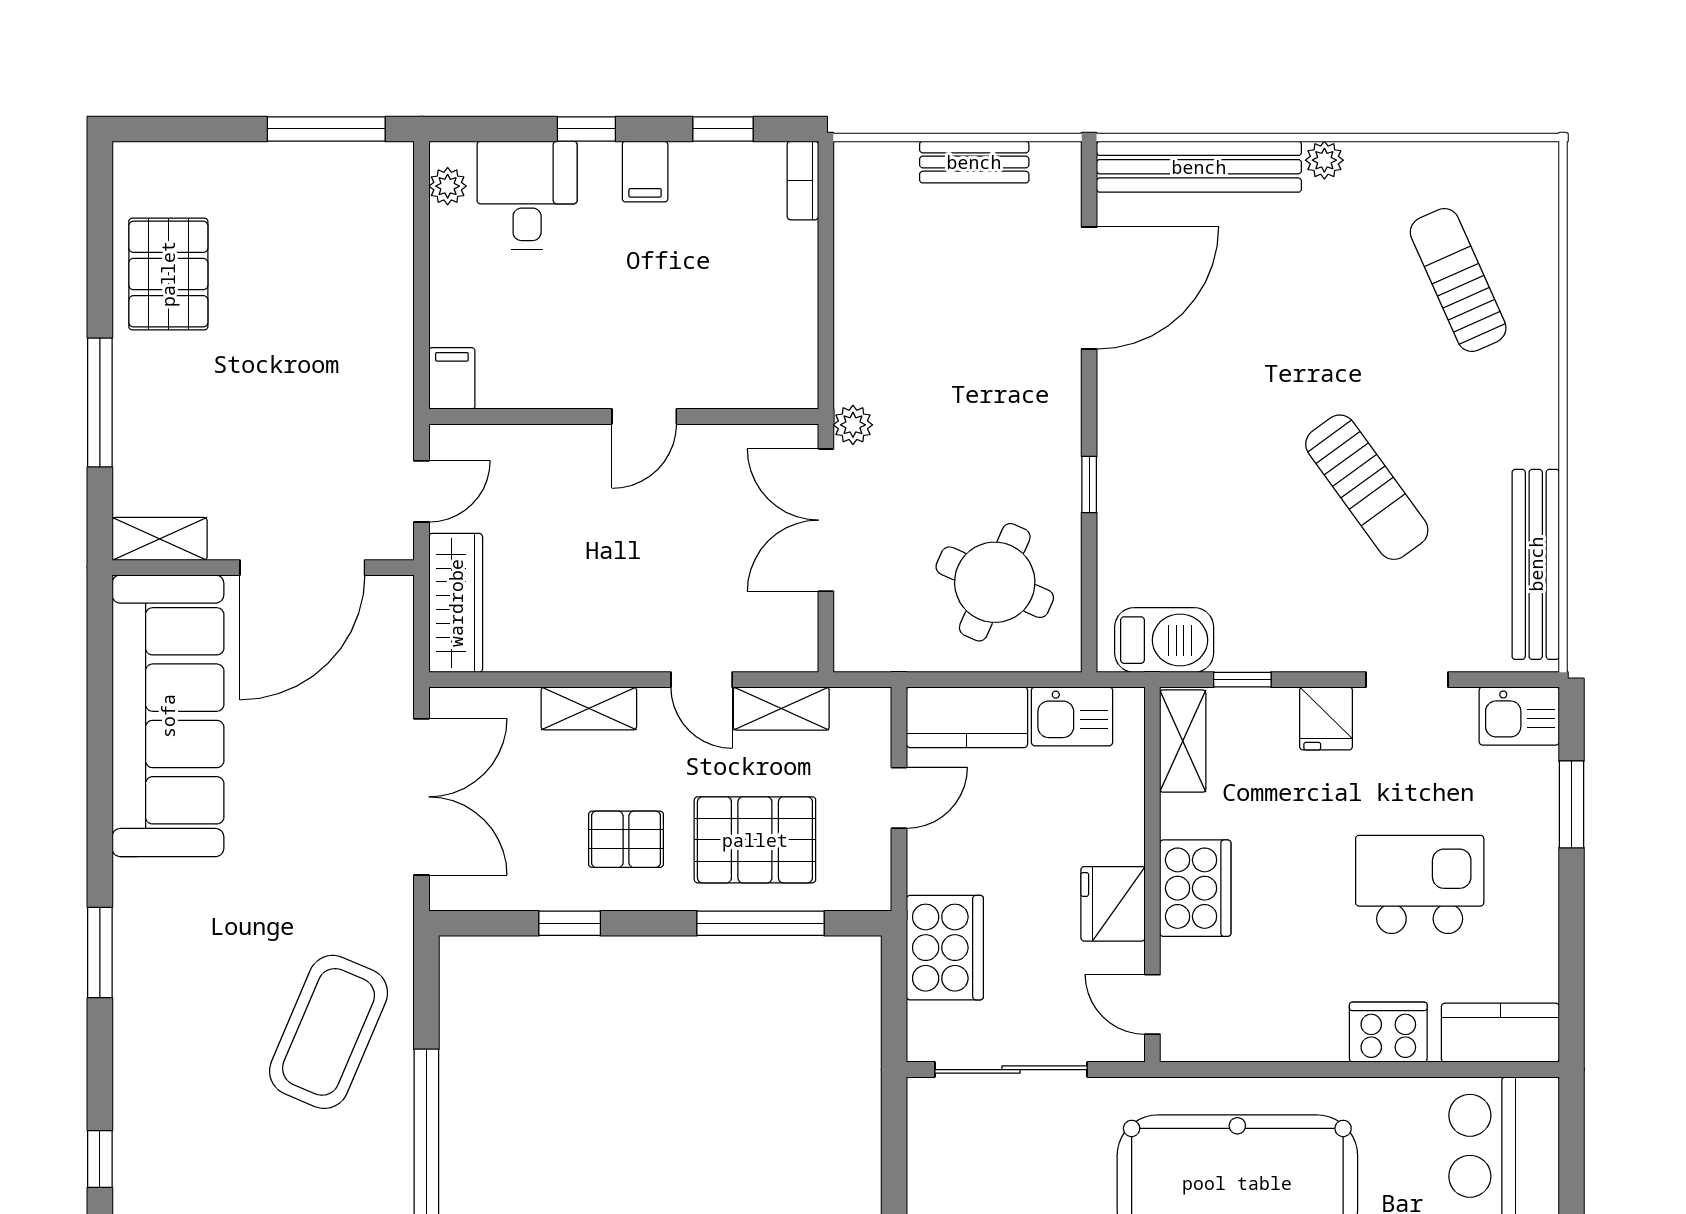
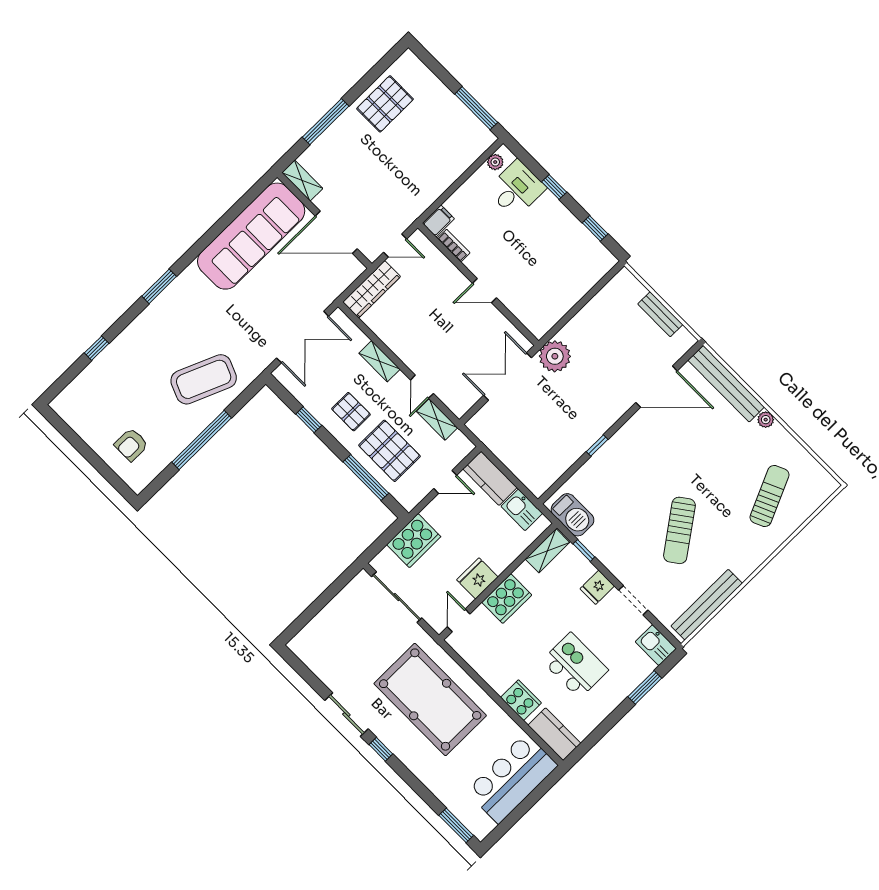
filing cabinet: (645, 172) -> (559, 217), removed
bookcase: (803, 180) -> (454, 246), moved, turned 90
plant: (853, 425) -> (555, 356), width x1.88, depth x1.88
round table: (995, 582) -> (539, 446), removed

